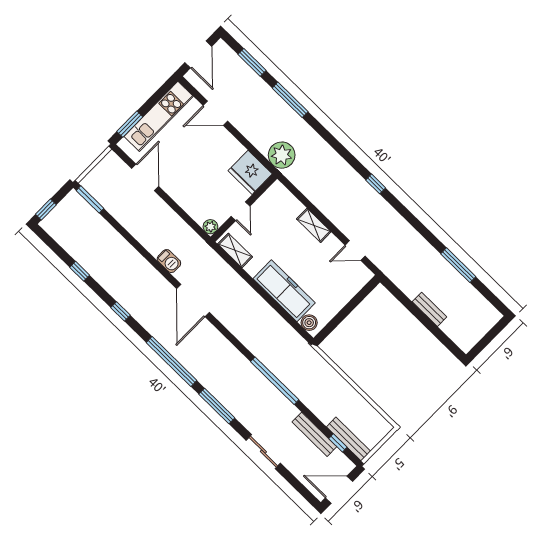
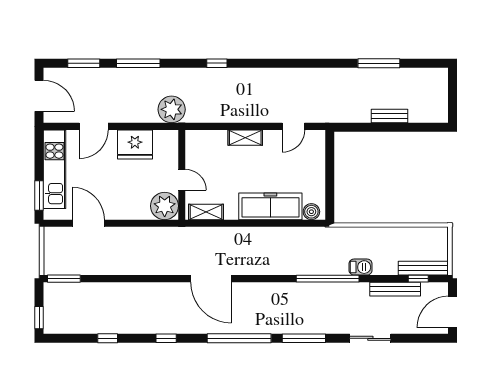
fridge: (250, 172) -> (135, 145), moved
window: (376, 184) -> (217, 63), moved
plant: (210, 227) -> (165, 206), width x1.88, depth x1.88
barbecue: (169, 261) -> (361, 267), moved

